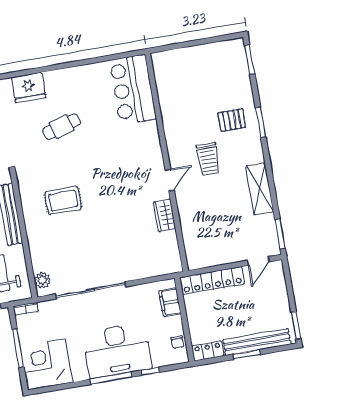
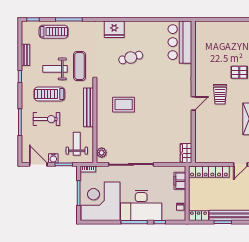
wardrobe: (165, 215) -> (186, 153), moved
corner desk: (47, 364) -> (100, 201), width x1.36, depth x1.36

